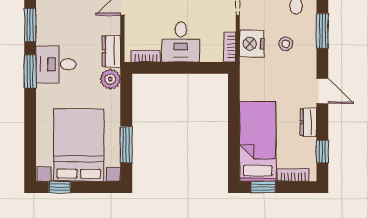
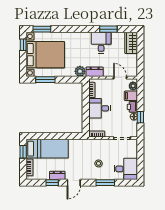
nightstand: (252, 44) -> (99, 146), removed
desk: (56, 64) -> (101, 43), moved
window: (30, 71) -> (42, 29), moved
window: (322, 151) -> (52, 183), moved

